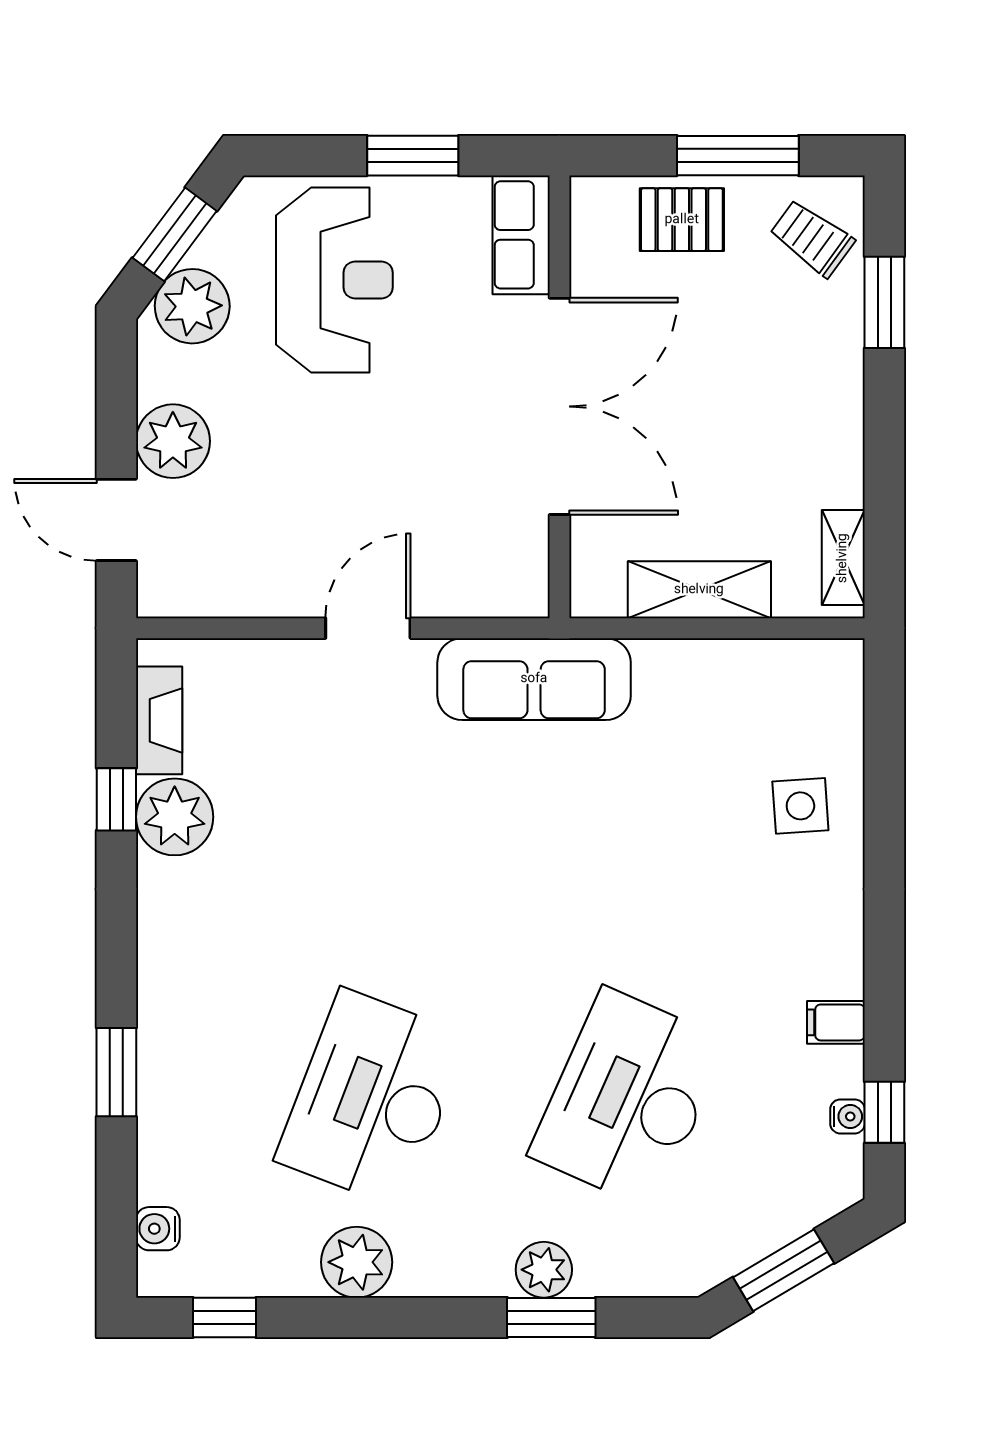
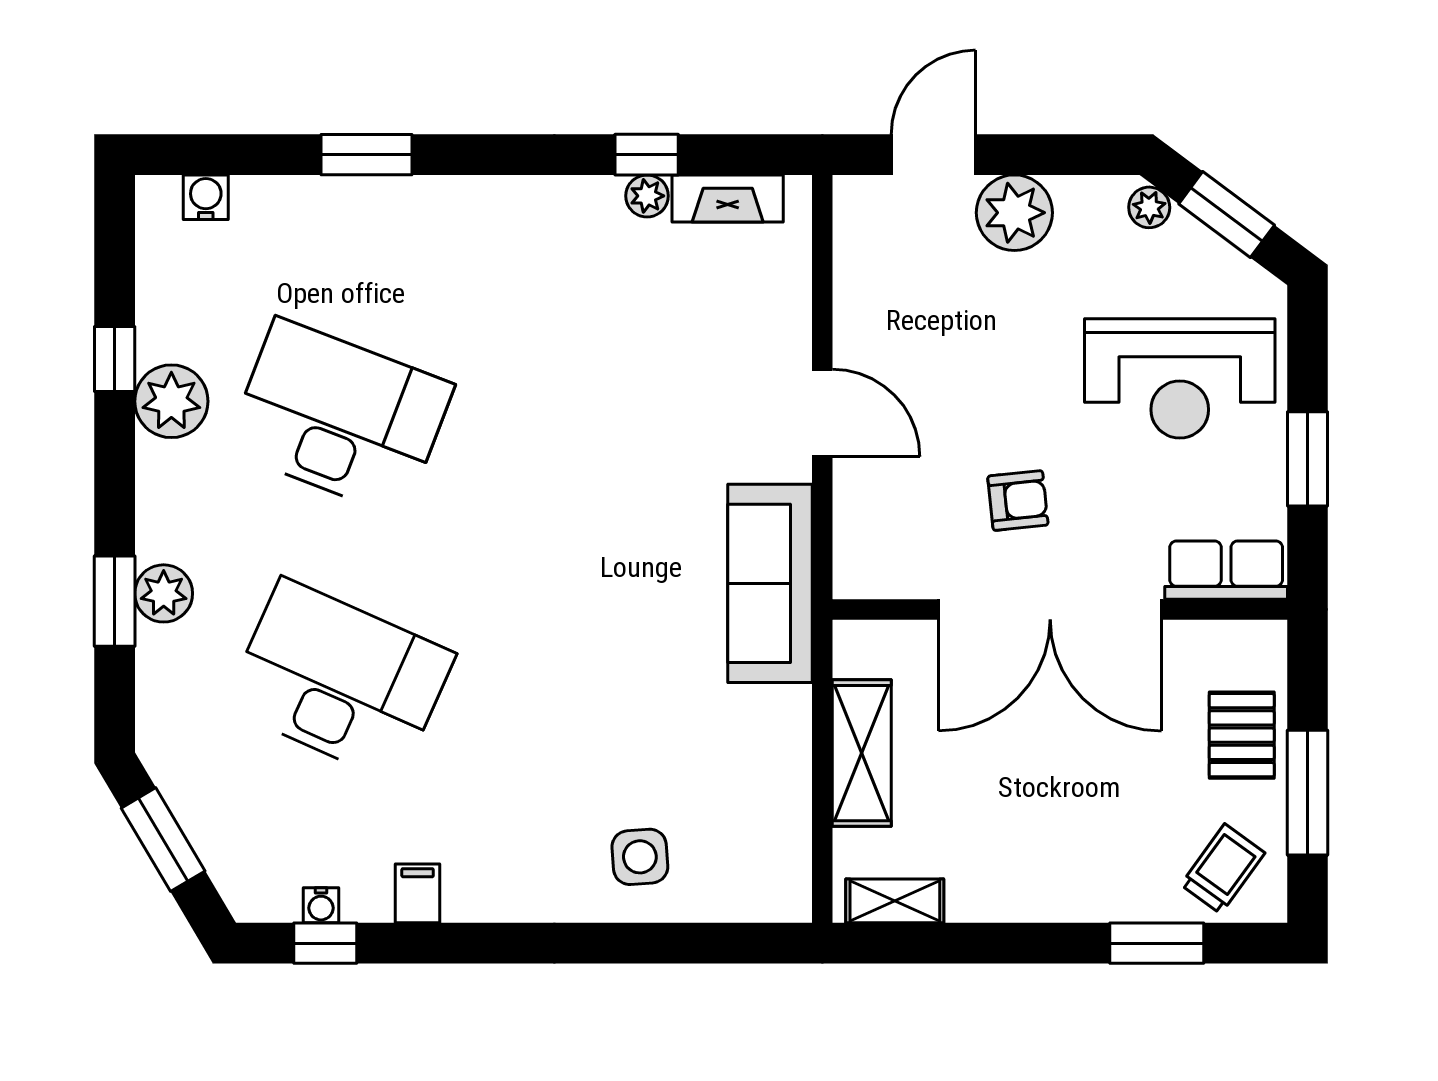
plant: (192, 306) -> (1149, 207), width x0.53, depth x0.53
armchair: (453, 438) -> (1018, 501), added
plant: (175, 817) -> (647, 196), width x0.53, depth x0.53
window: (224, 1317) -> (115, 359), moved

